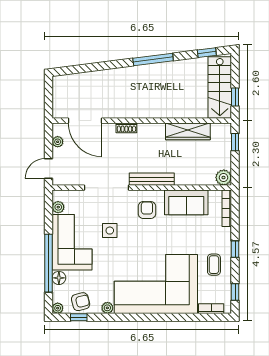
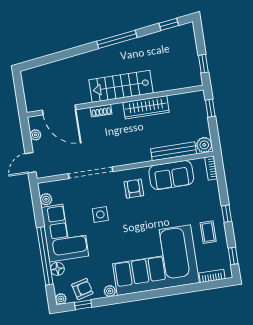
stairs: (220, 88) -> (121, 86), moved, turned 90
wardrobe: (188, 131) -> (146, 107), moved
bench: (152, 179) -> (174, 151), moved
bookcase: (227, 208) -> (211, 168), width x0.64

